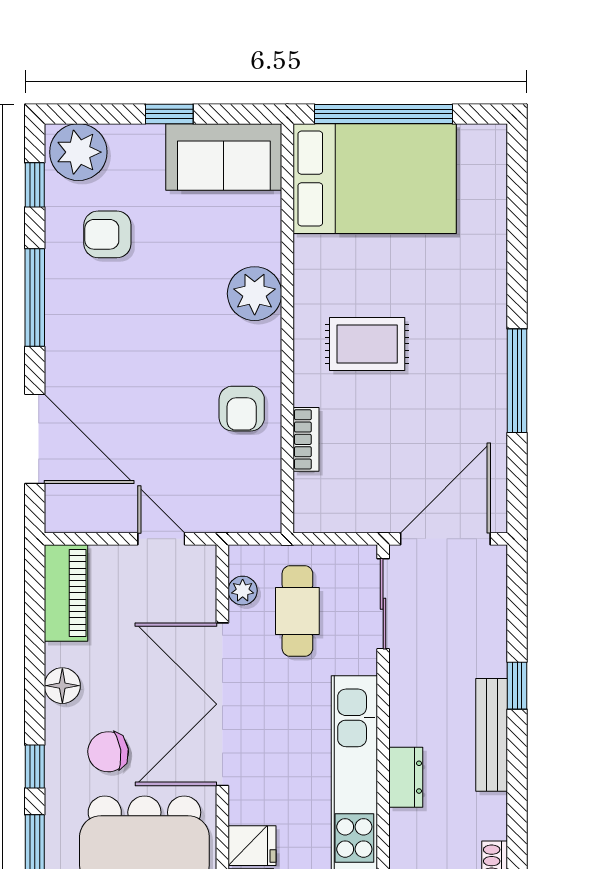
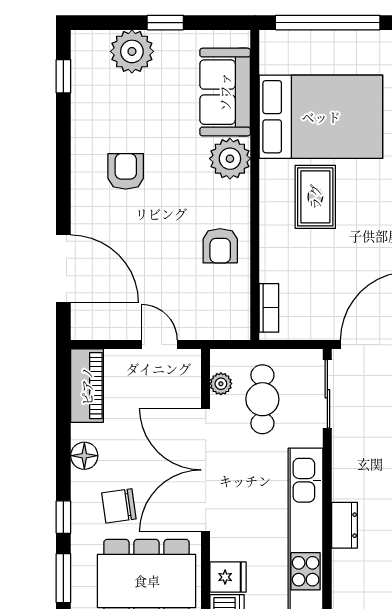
plant: (78, 152) -> (132, 51), moved
sofa: (224, 157) -> (225, 92), moved, turned 90
bed: (375, 179) -> (321, 117), moved
armchair: (107, 234) -> (126, 171), moved, turned 90
window: (35, 298) -> (63, 162), removed
rug: (367, 344) -> (315, 197), turned 90
bookcase: (306, 439) -> (269, 308), moved

